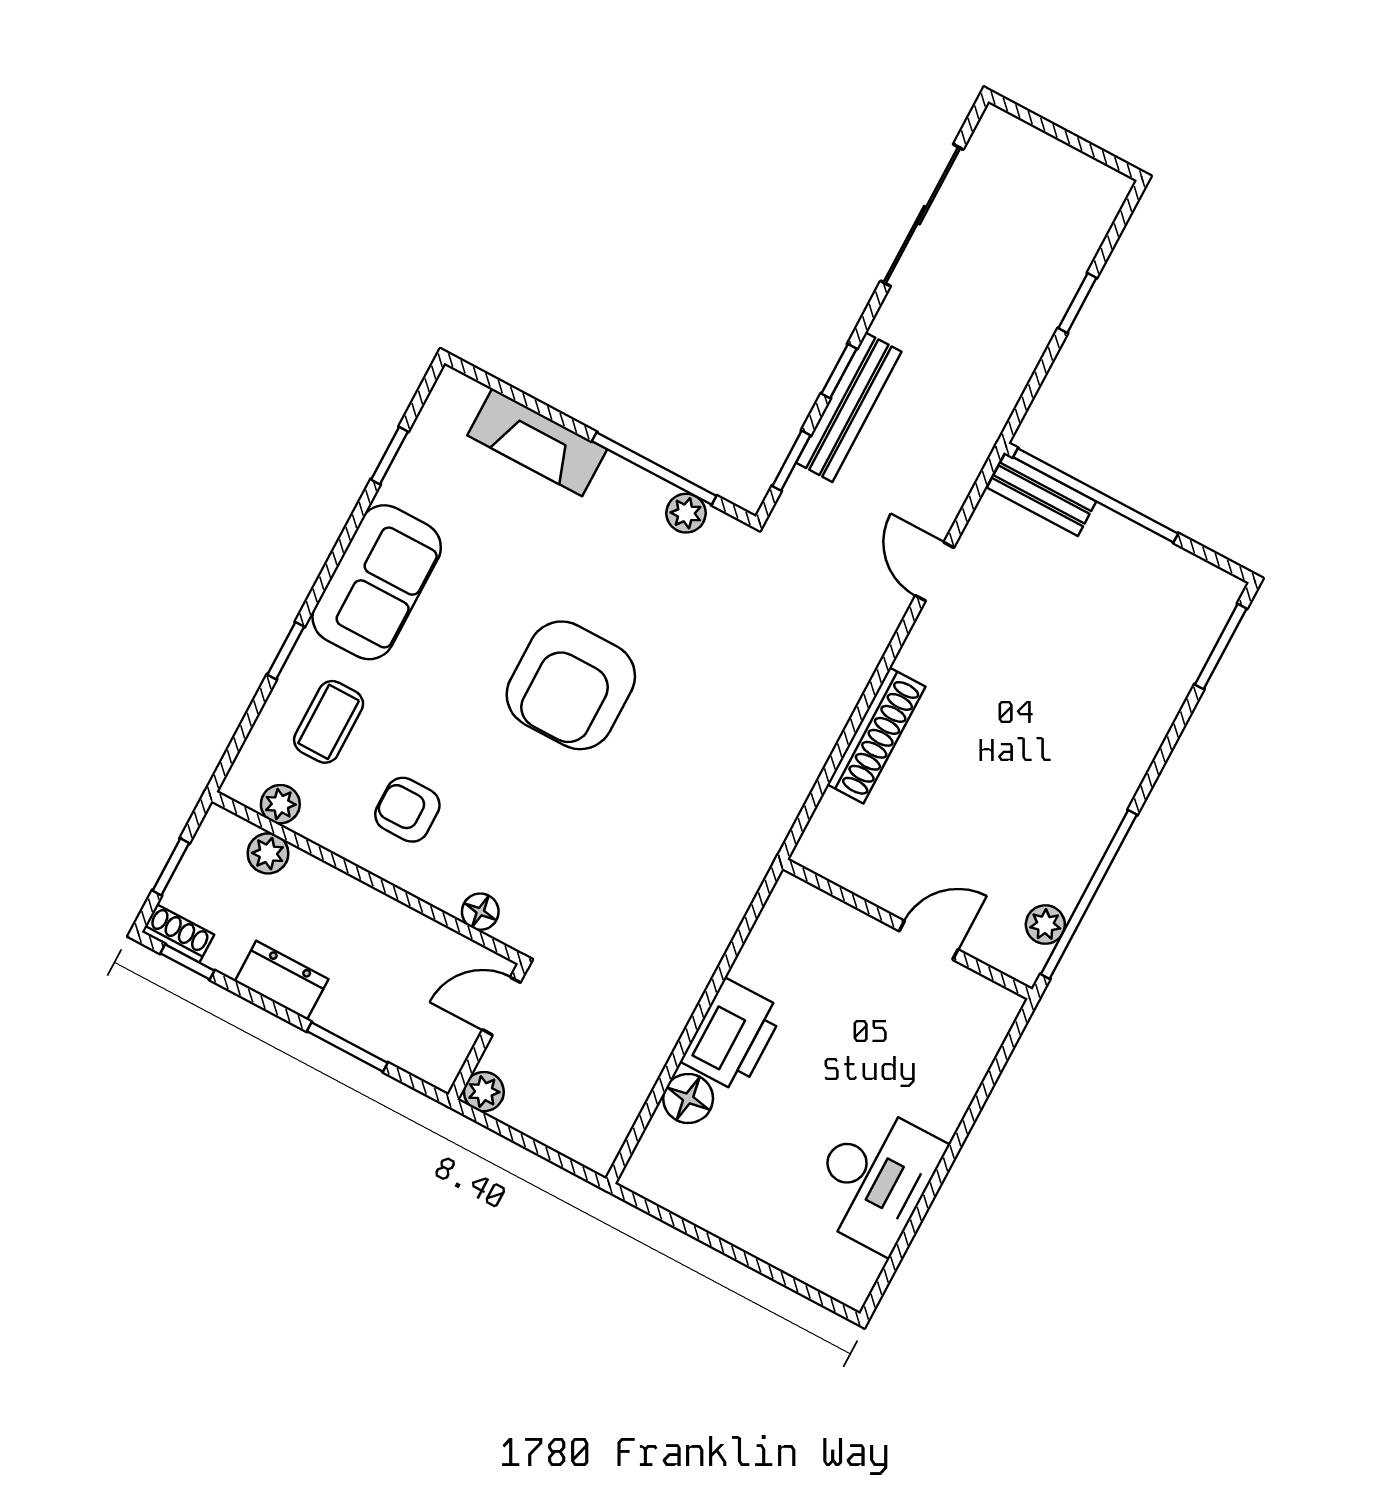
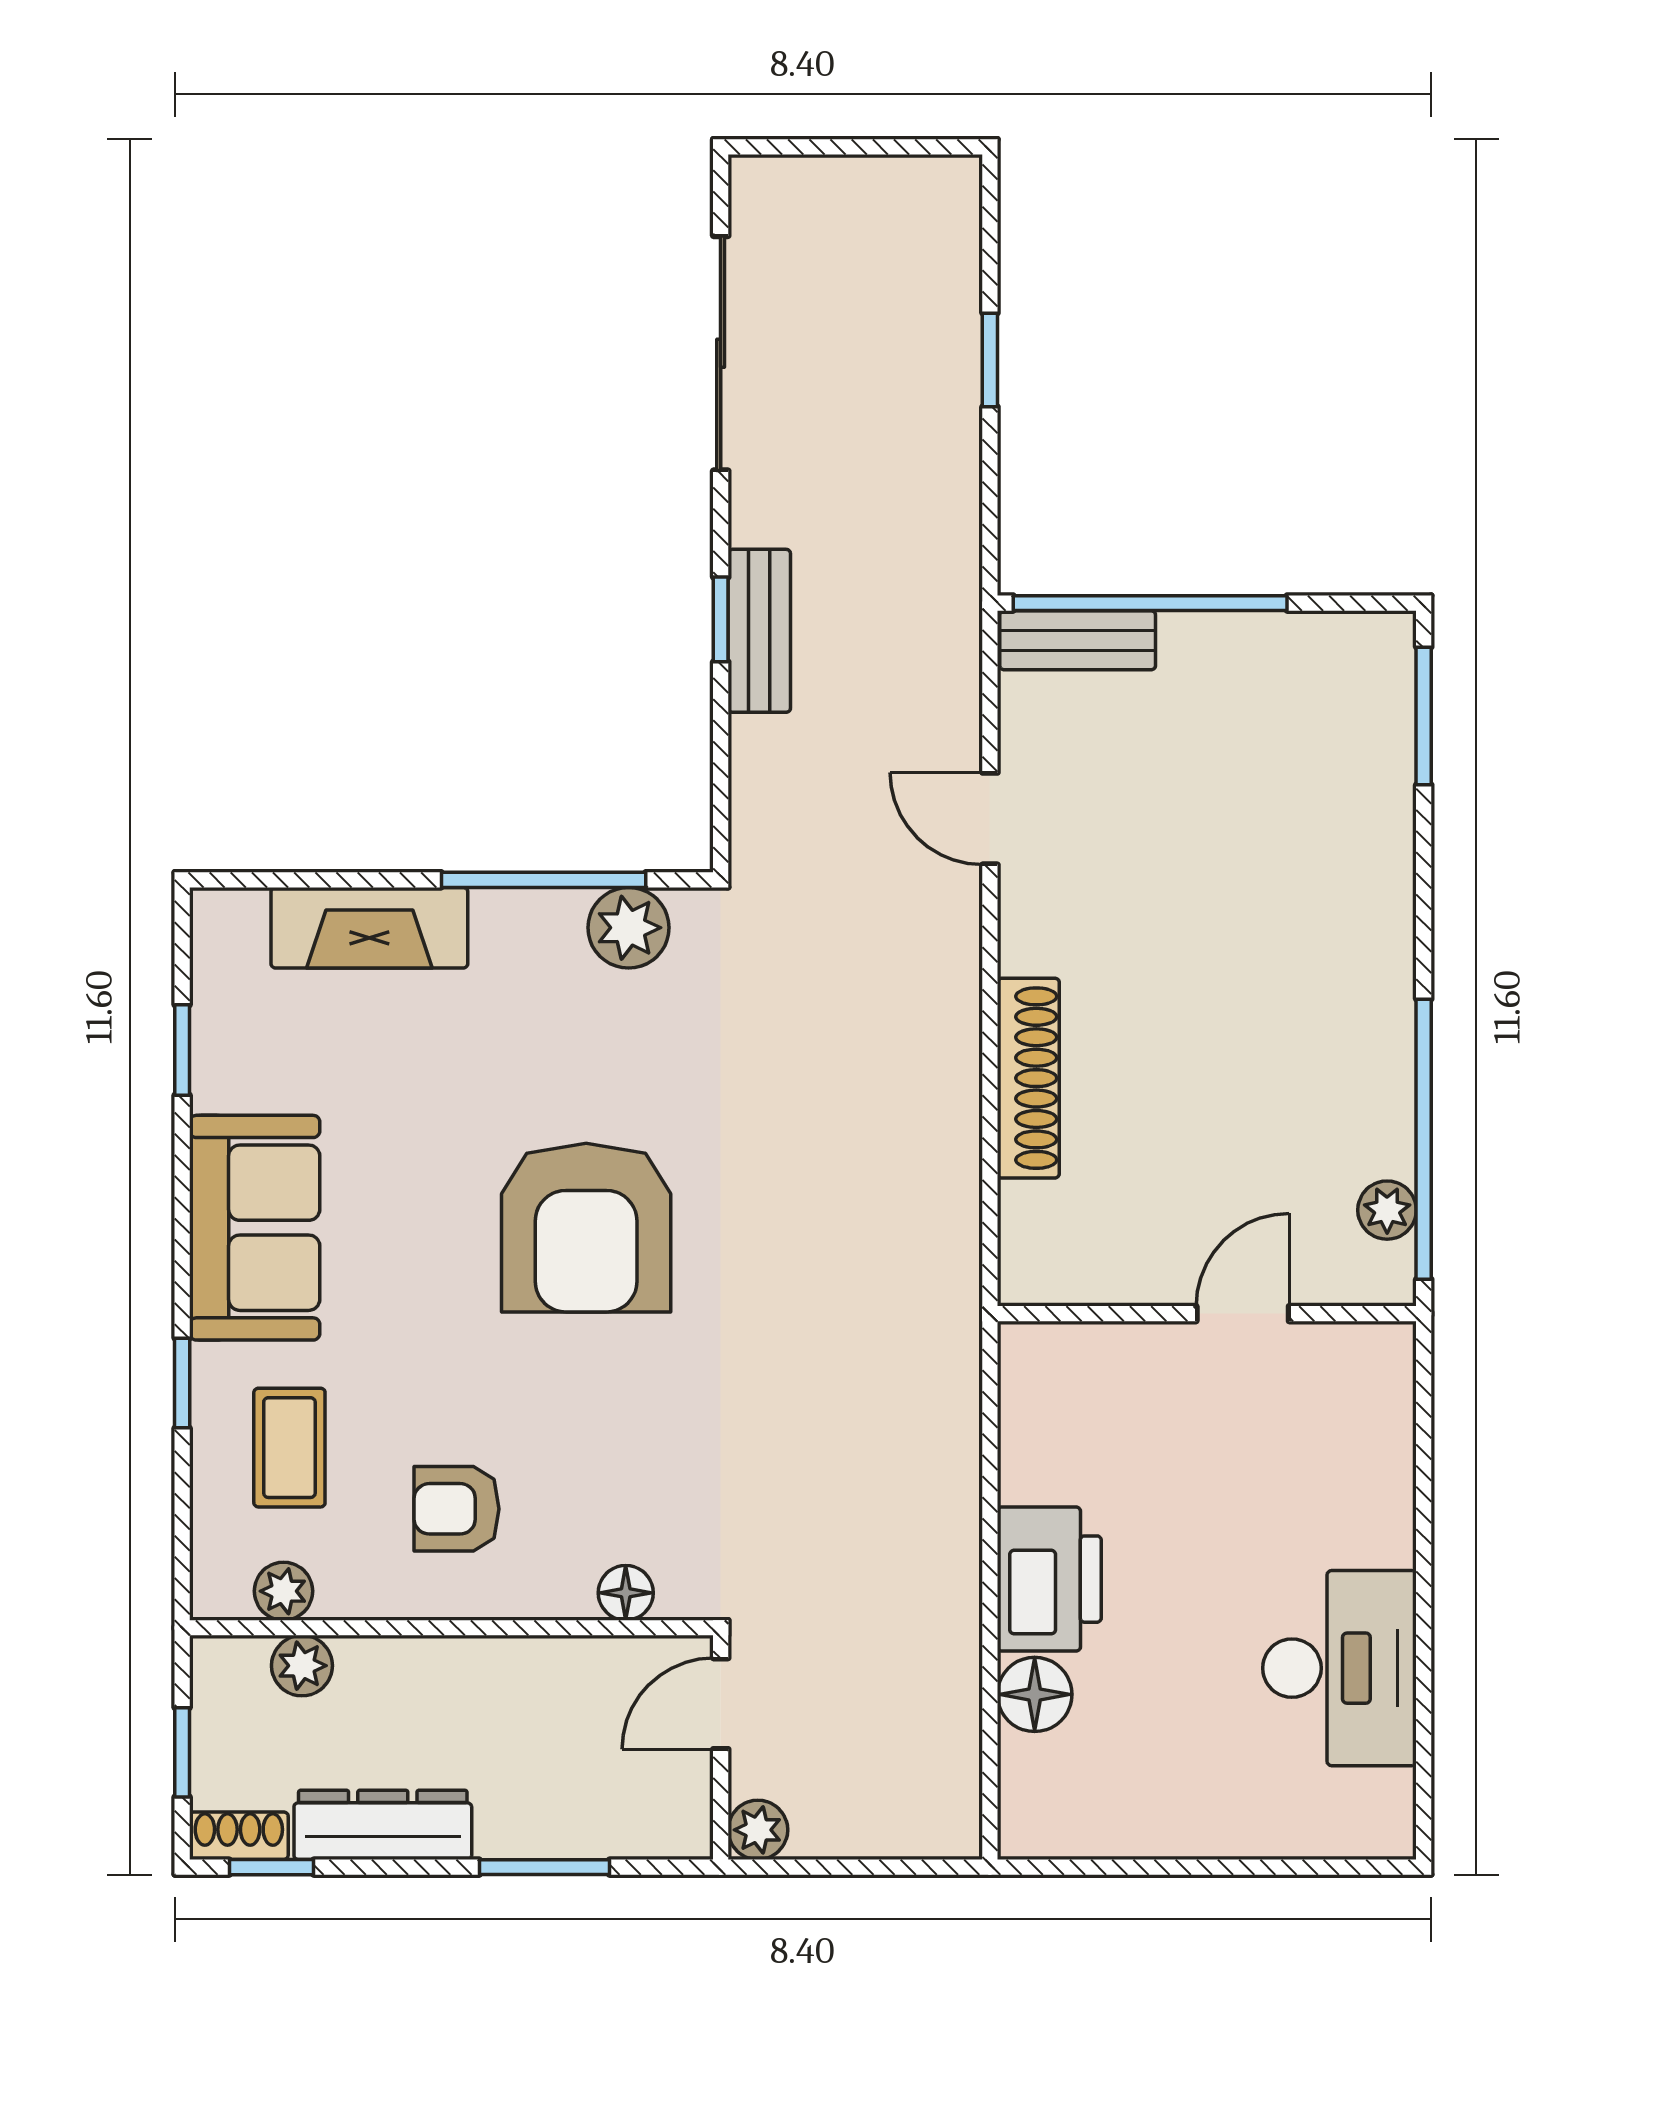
bench: (849, 407) -> (759, 631), width x0.73
window: (791, 461) -> (721, 772), removed
plant: (686, 513) -> (629, 928), width x1.38, depth x1.38
dresser: (282, 980) -> (383, 1825), width x1.44

